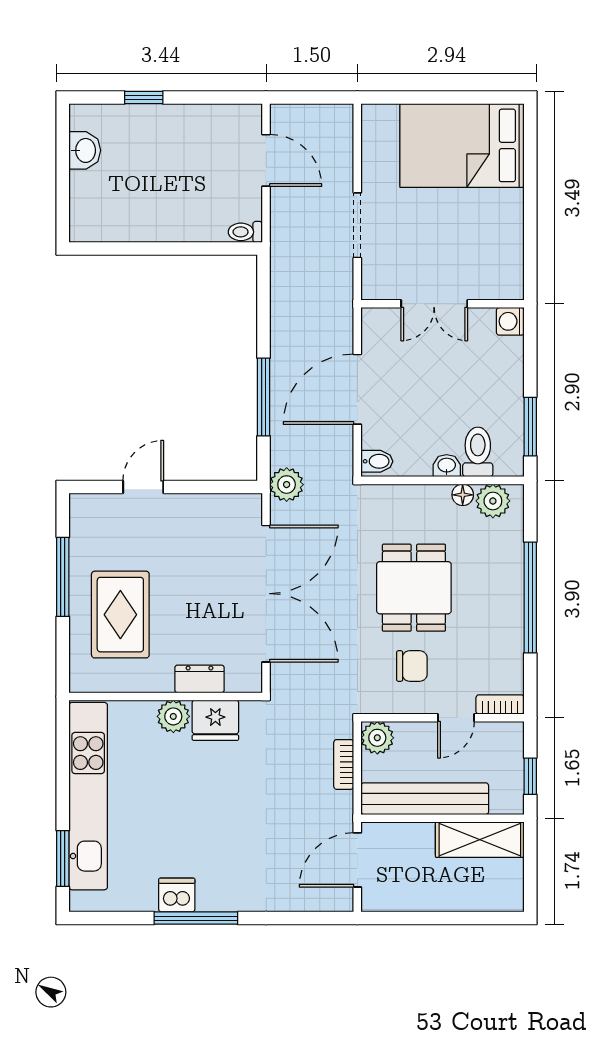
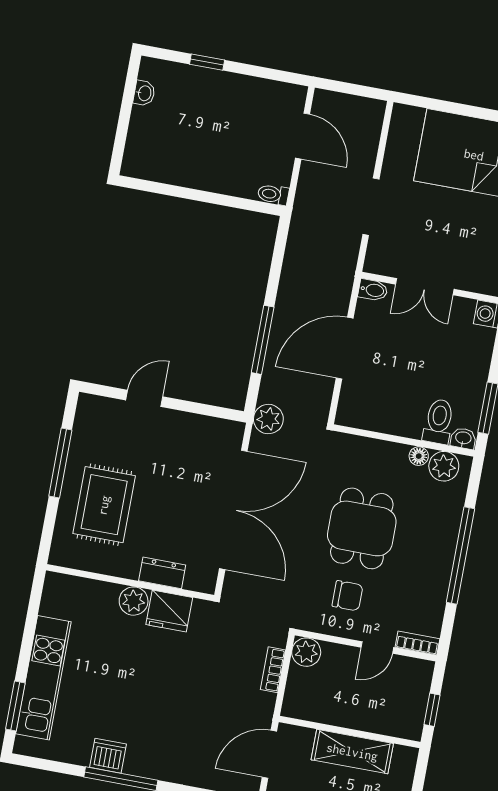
washbasin: (85, 150) -> (144, 93), width x0.72, depth x0.69
bidet: (377, 461) -> (373, 290), moved
washbasin: (447, 466) -> (463, 438), moved
kitchen unit: (88, 796) -> (43, 678), width x0.73
bench: (425, 799) -> (337, 712), removed
shelving: (480, 840) -> (352, 752), moved

